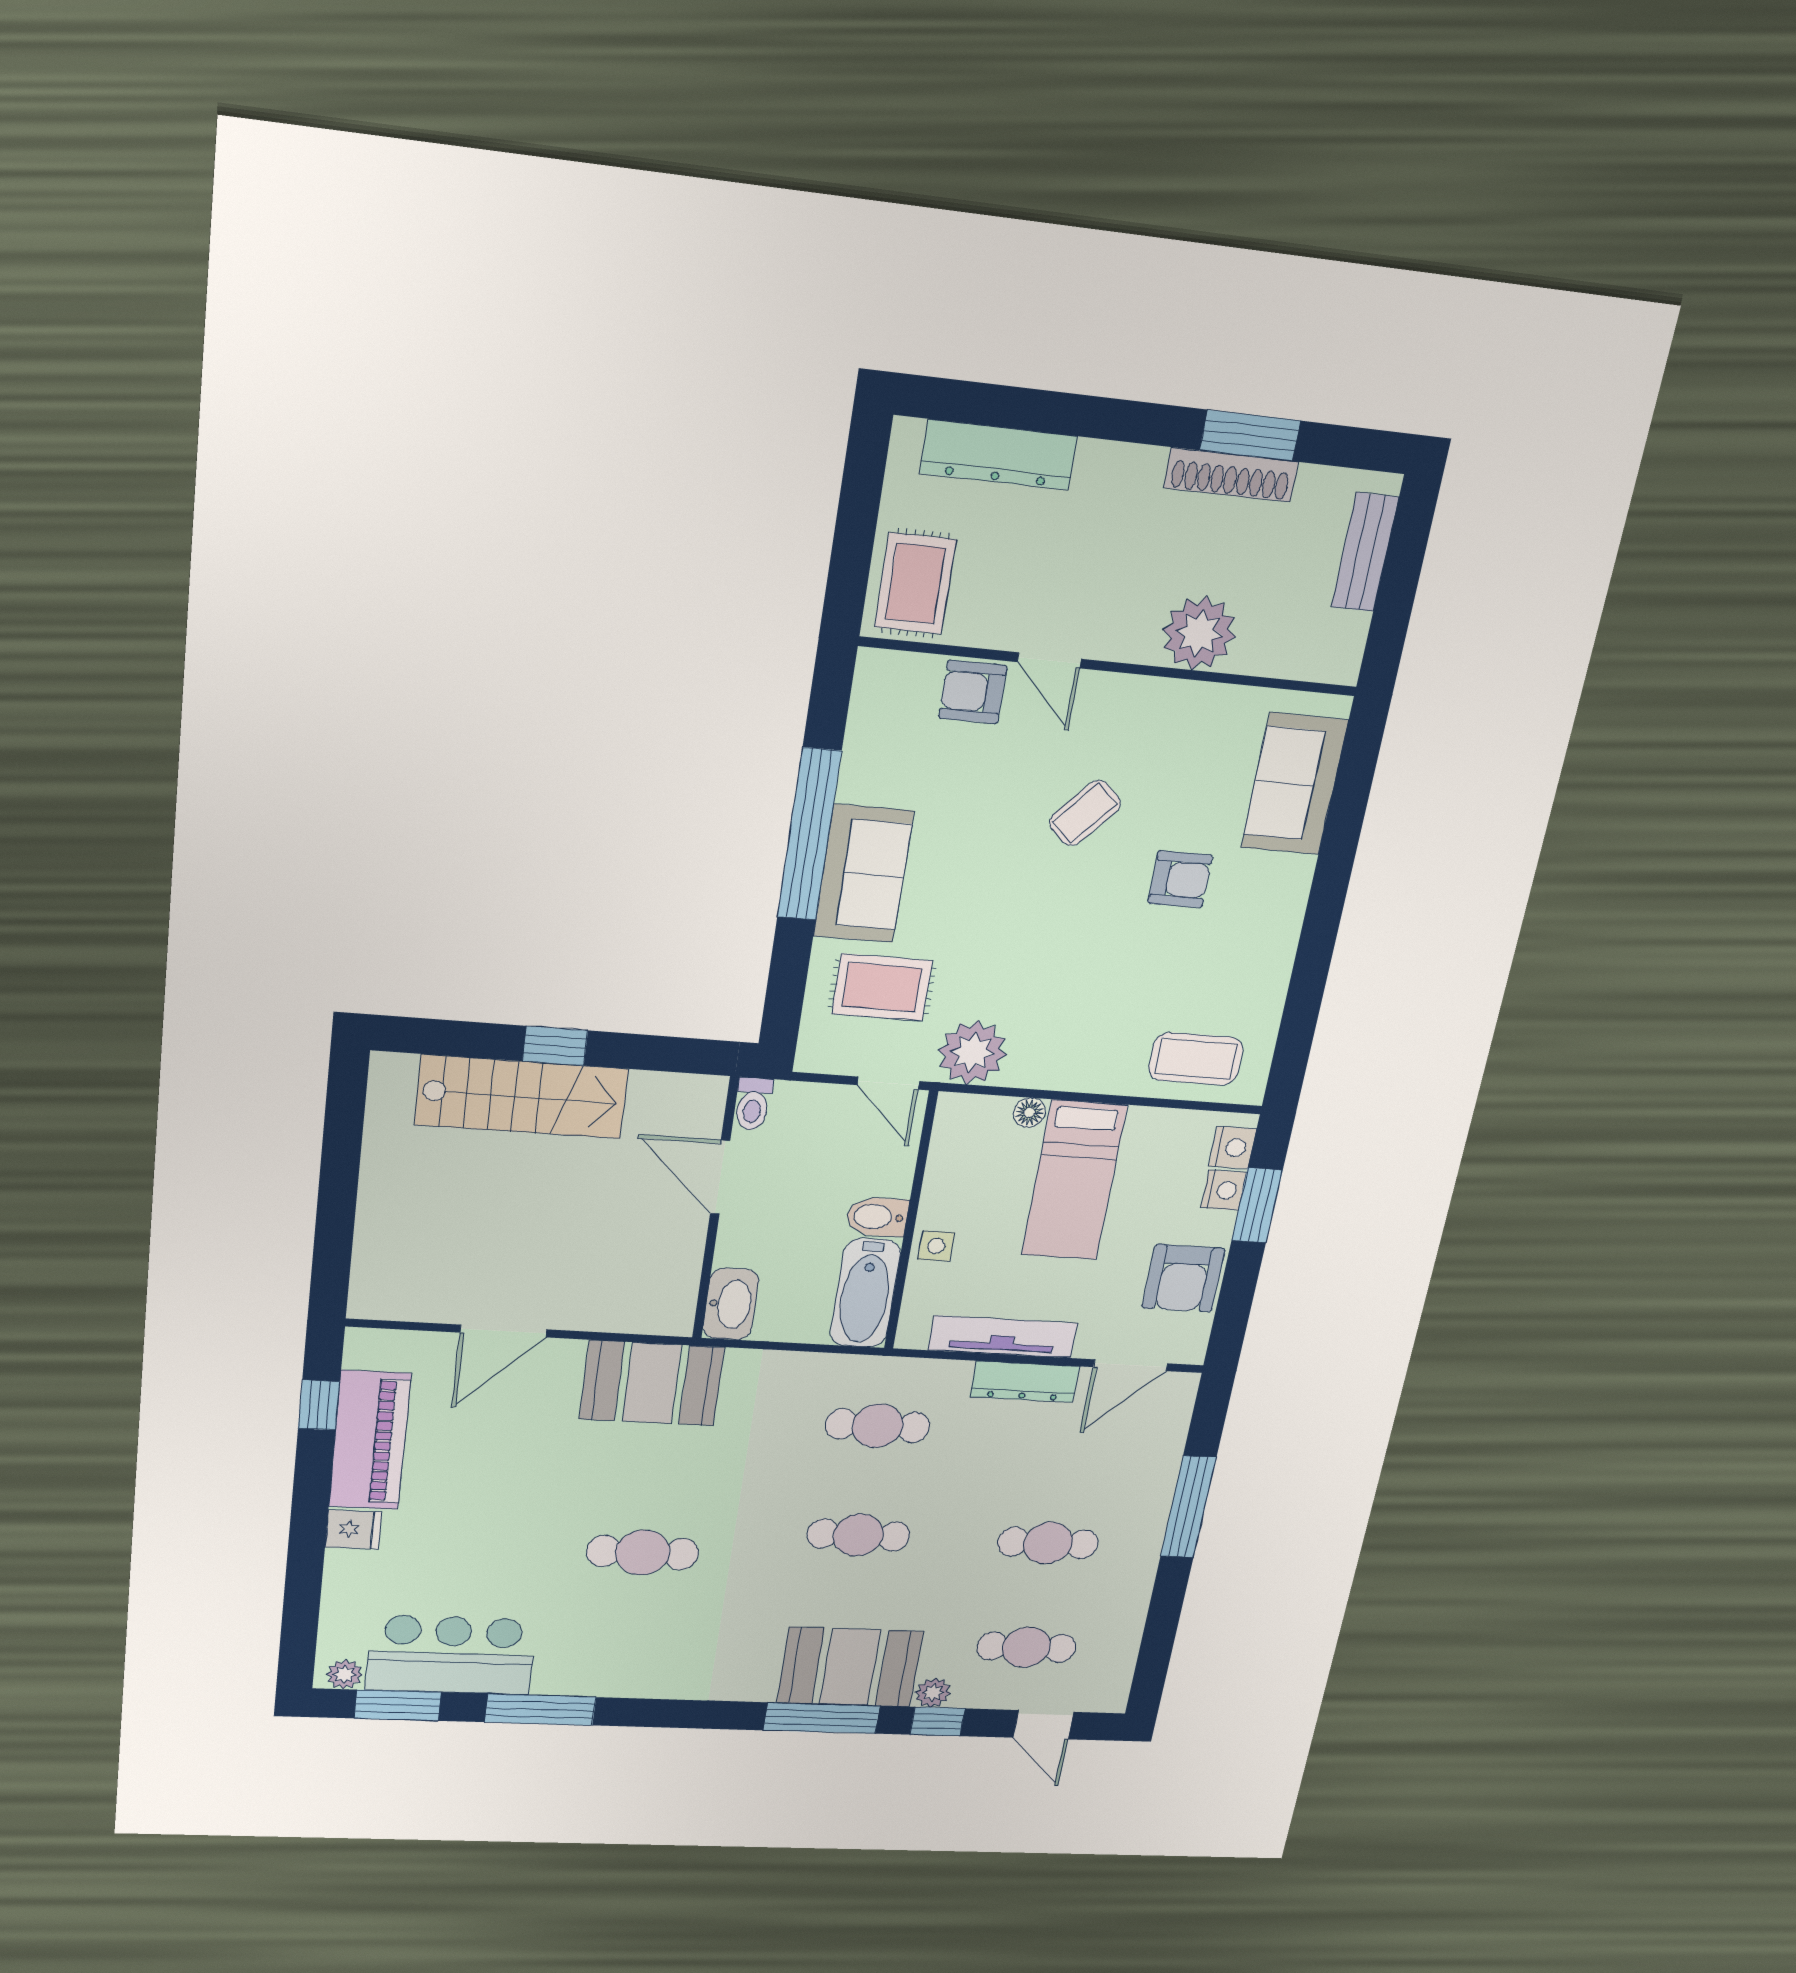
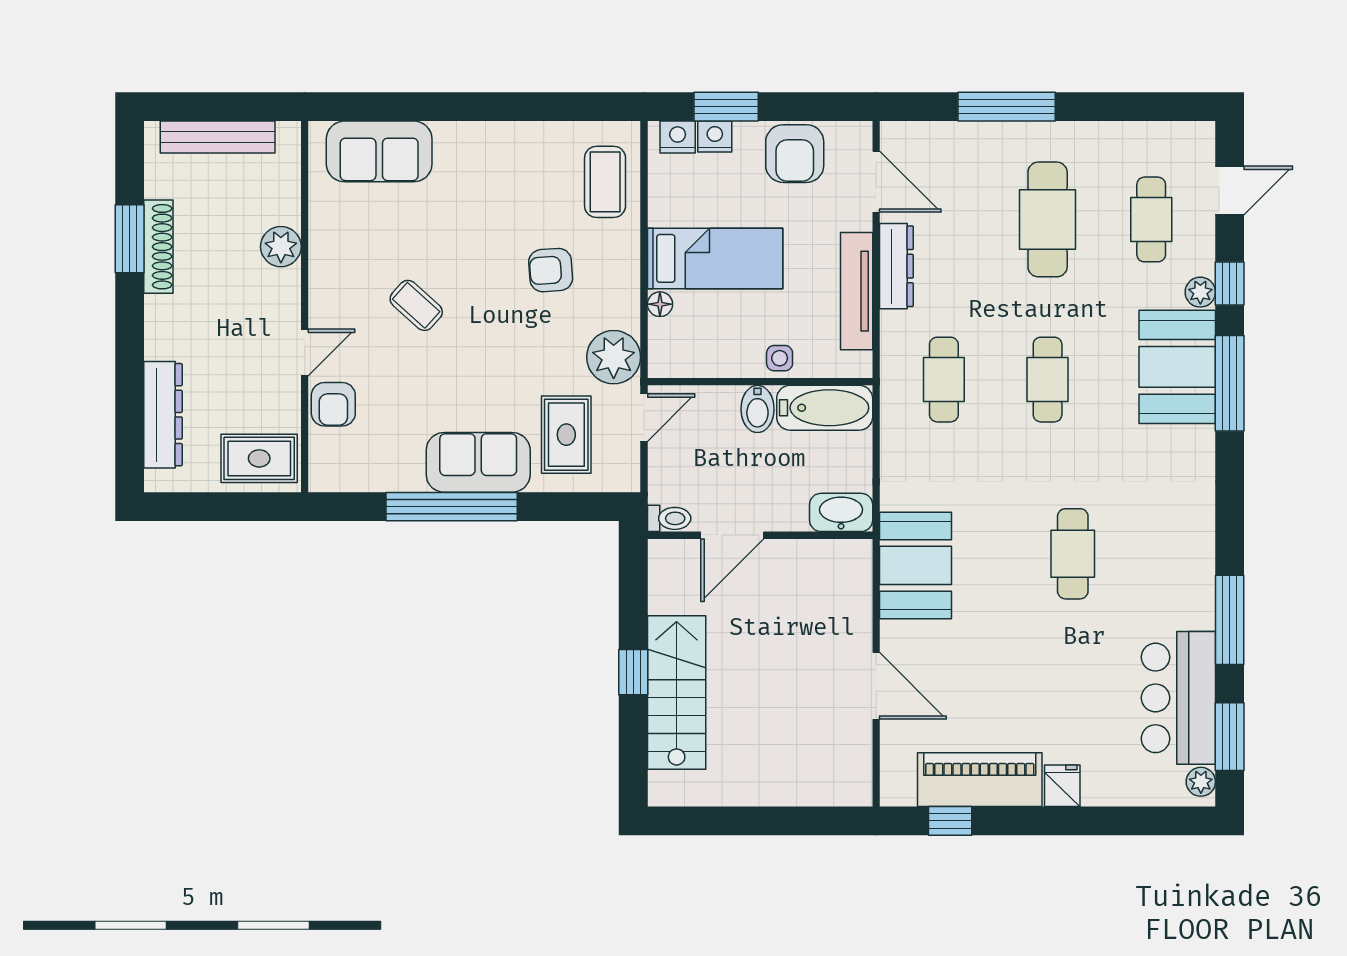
bench: (1365, 552) -> (218, 137), width x1.36
plant: (1199, 633) -> (281, 247), width x0.73, depth x0.73
armchair: (1180, 879) -> (551, 270), moved, turned -94
armchair: (1183, 1278) -> (795, 154), turned 90
cafe table: (1048, 1543) -> (1048, 219), width x1.37, depth x1.35

